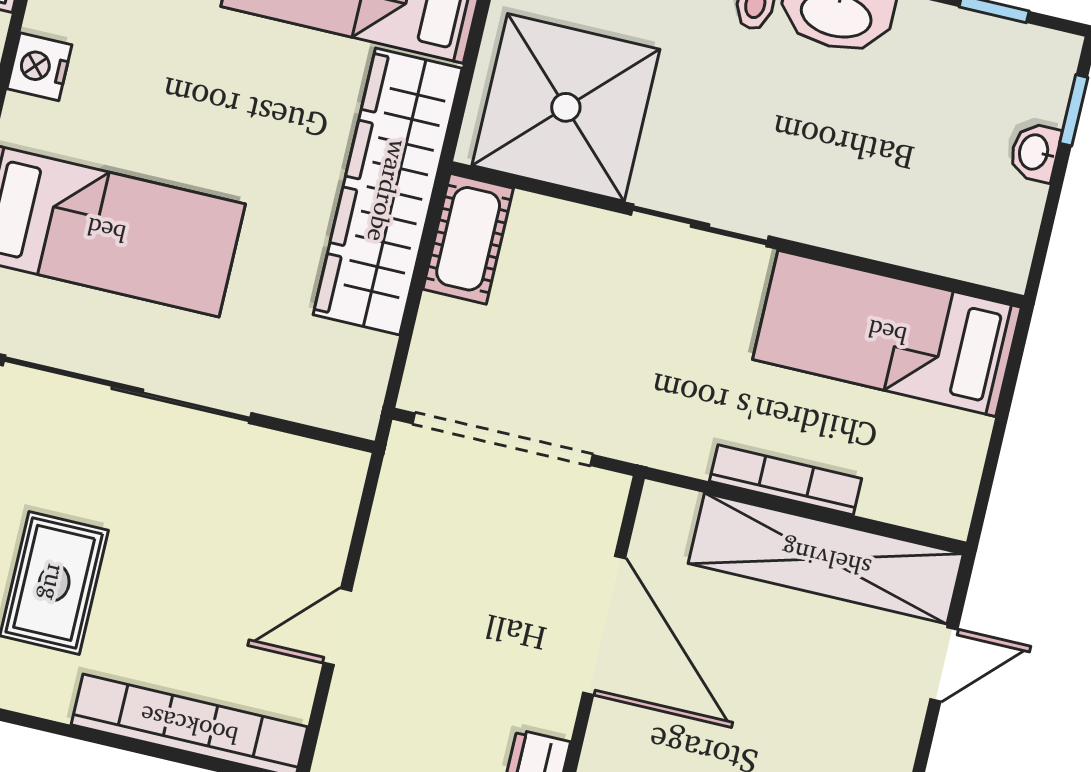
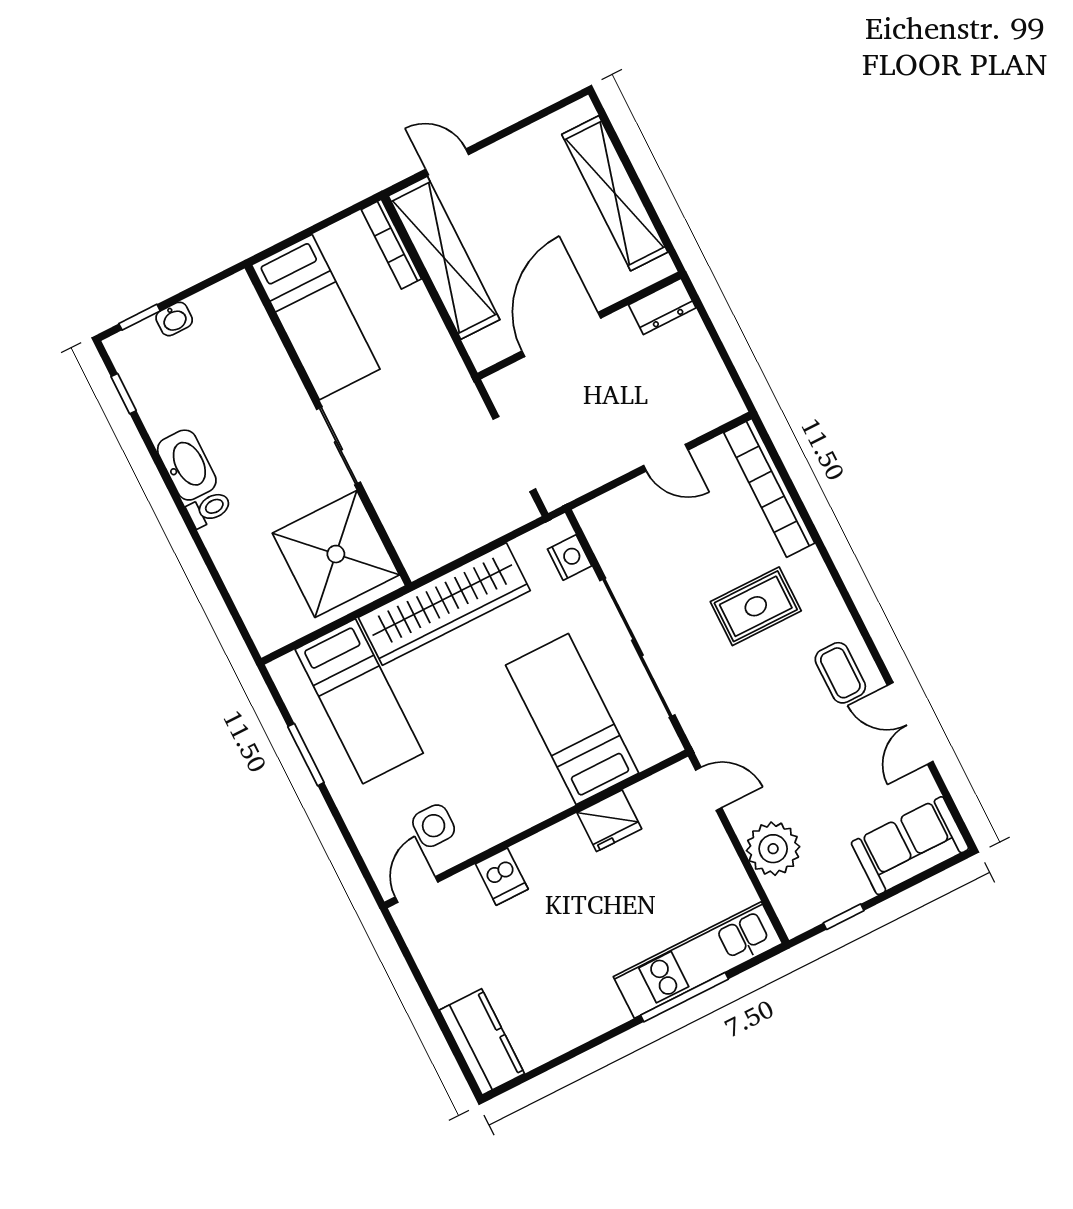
nightstand: (39, 67) -> (570, 557), moved, turned -90
cot: (468, 239) -> (435, 548), removed
doorway: (503, 439) -> (514, 454), width x0.73
bookcase: (786, 480) -> (391, 244), moved

